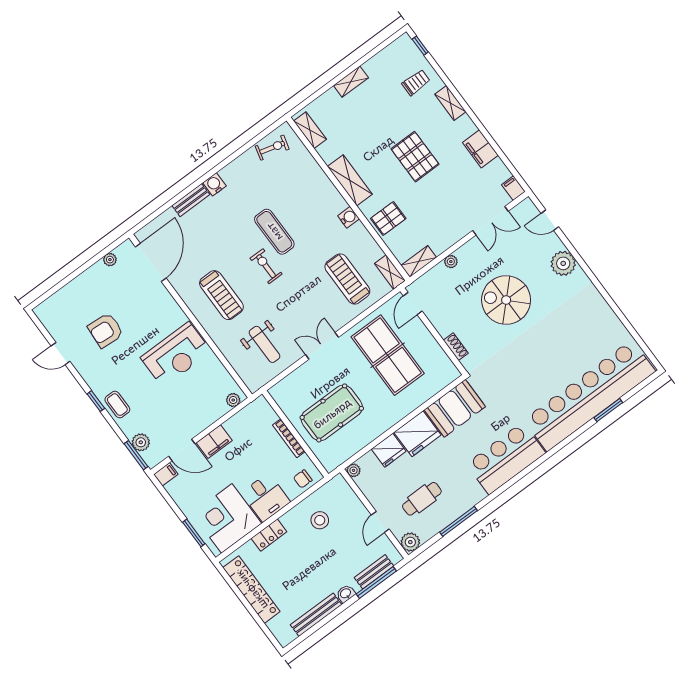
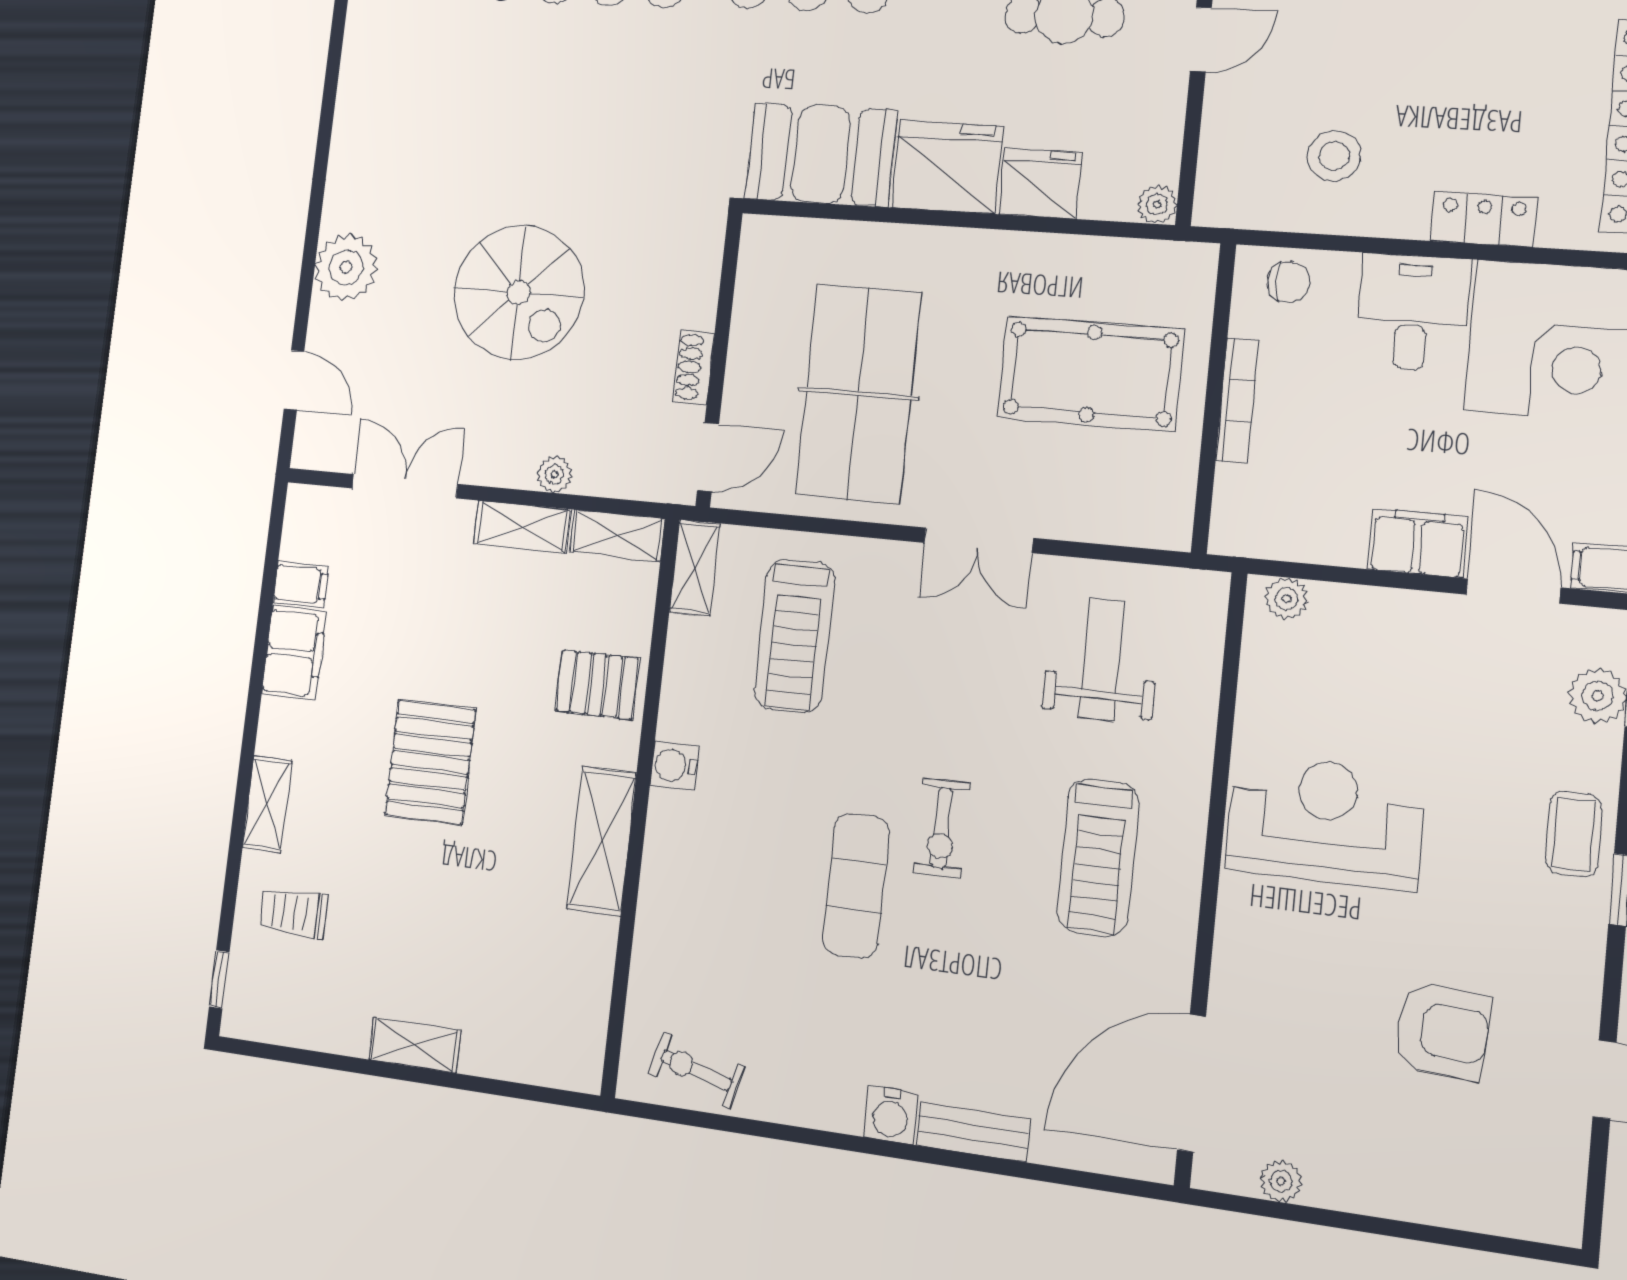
shelving: (310, 130) -> (522, 527), moved, turned 90
filing cabinet: (513, 188) -> (301, 584), moved, turned -90
treadmill: (221, 295) -> (1098, 857), turned 180
shoe rack: (456, 347) -> (694, 367), moved

